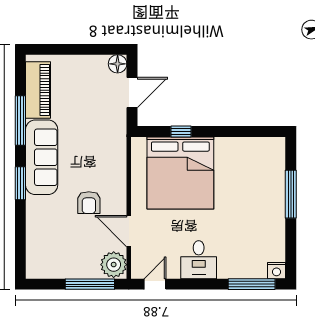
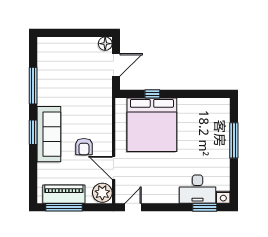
piano: (38, 90) -> (64, 194), moved, turned -90
sofa: (42, 157) -> (49, 134), moved
desk: (199, 260) -> (198, 189), moved, width x1.37
window: (90, 284) -> (64, 207), moved
window: (252, 284) -> (205, 207), width x0.69

